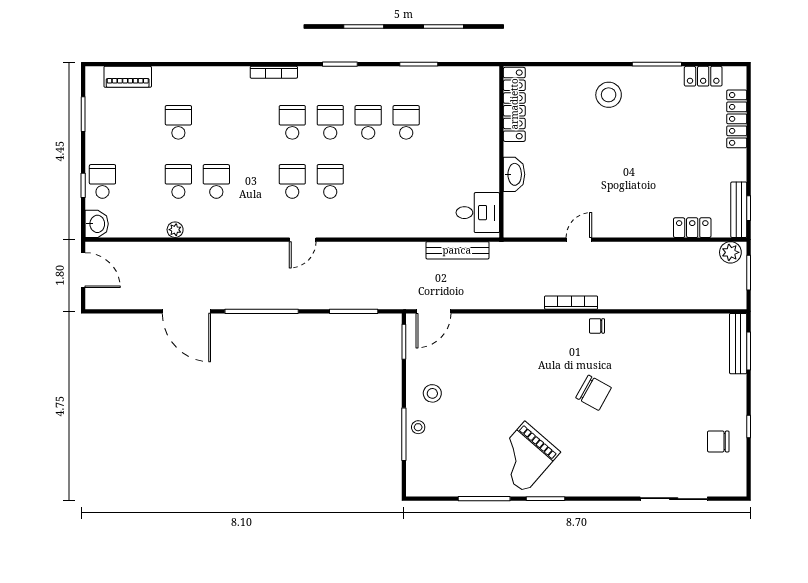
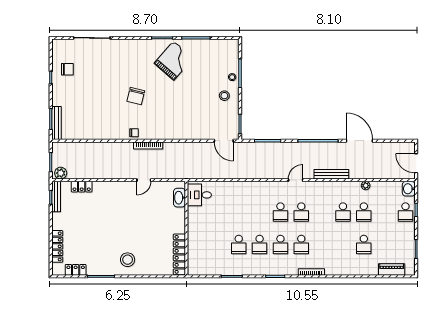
washbasin: (514, 174) -> (179, 198), moved
bench: (457, 250) -> (331, 174), moved
door: (433, 311) -> (224, 141), swing flipped
chair: (594, 393) -> (136, 96), turned -105

